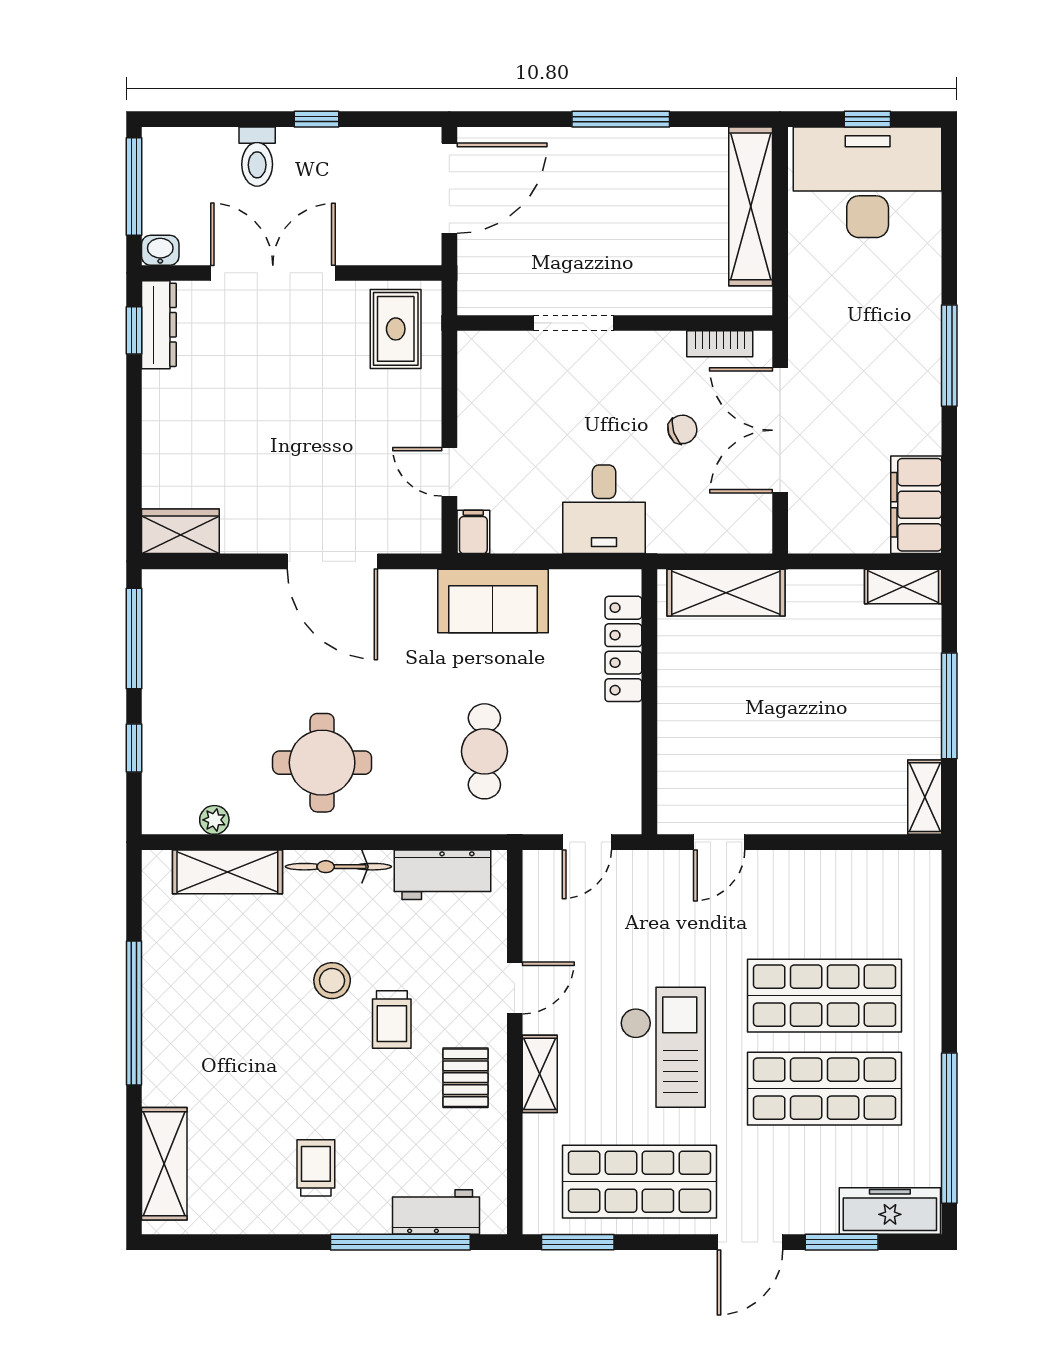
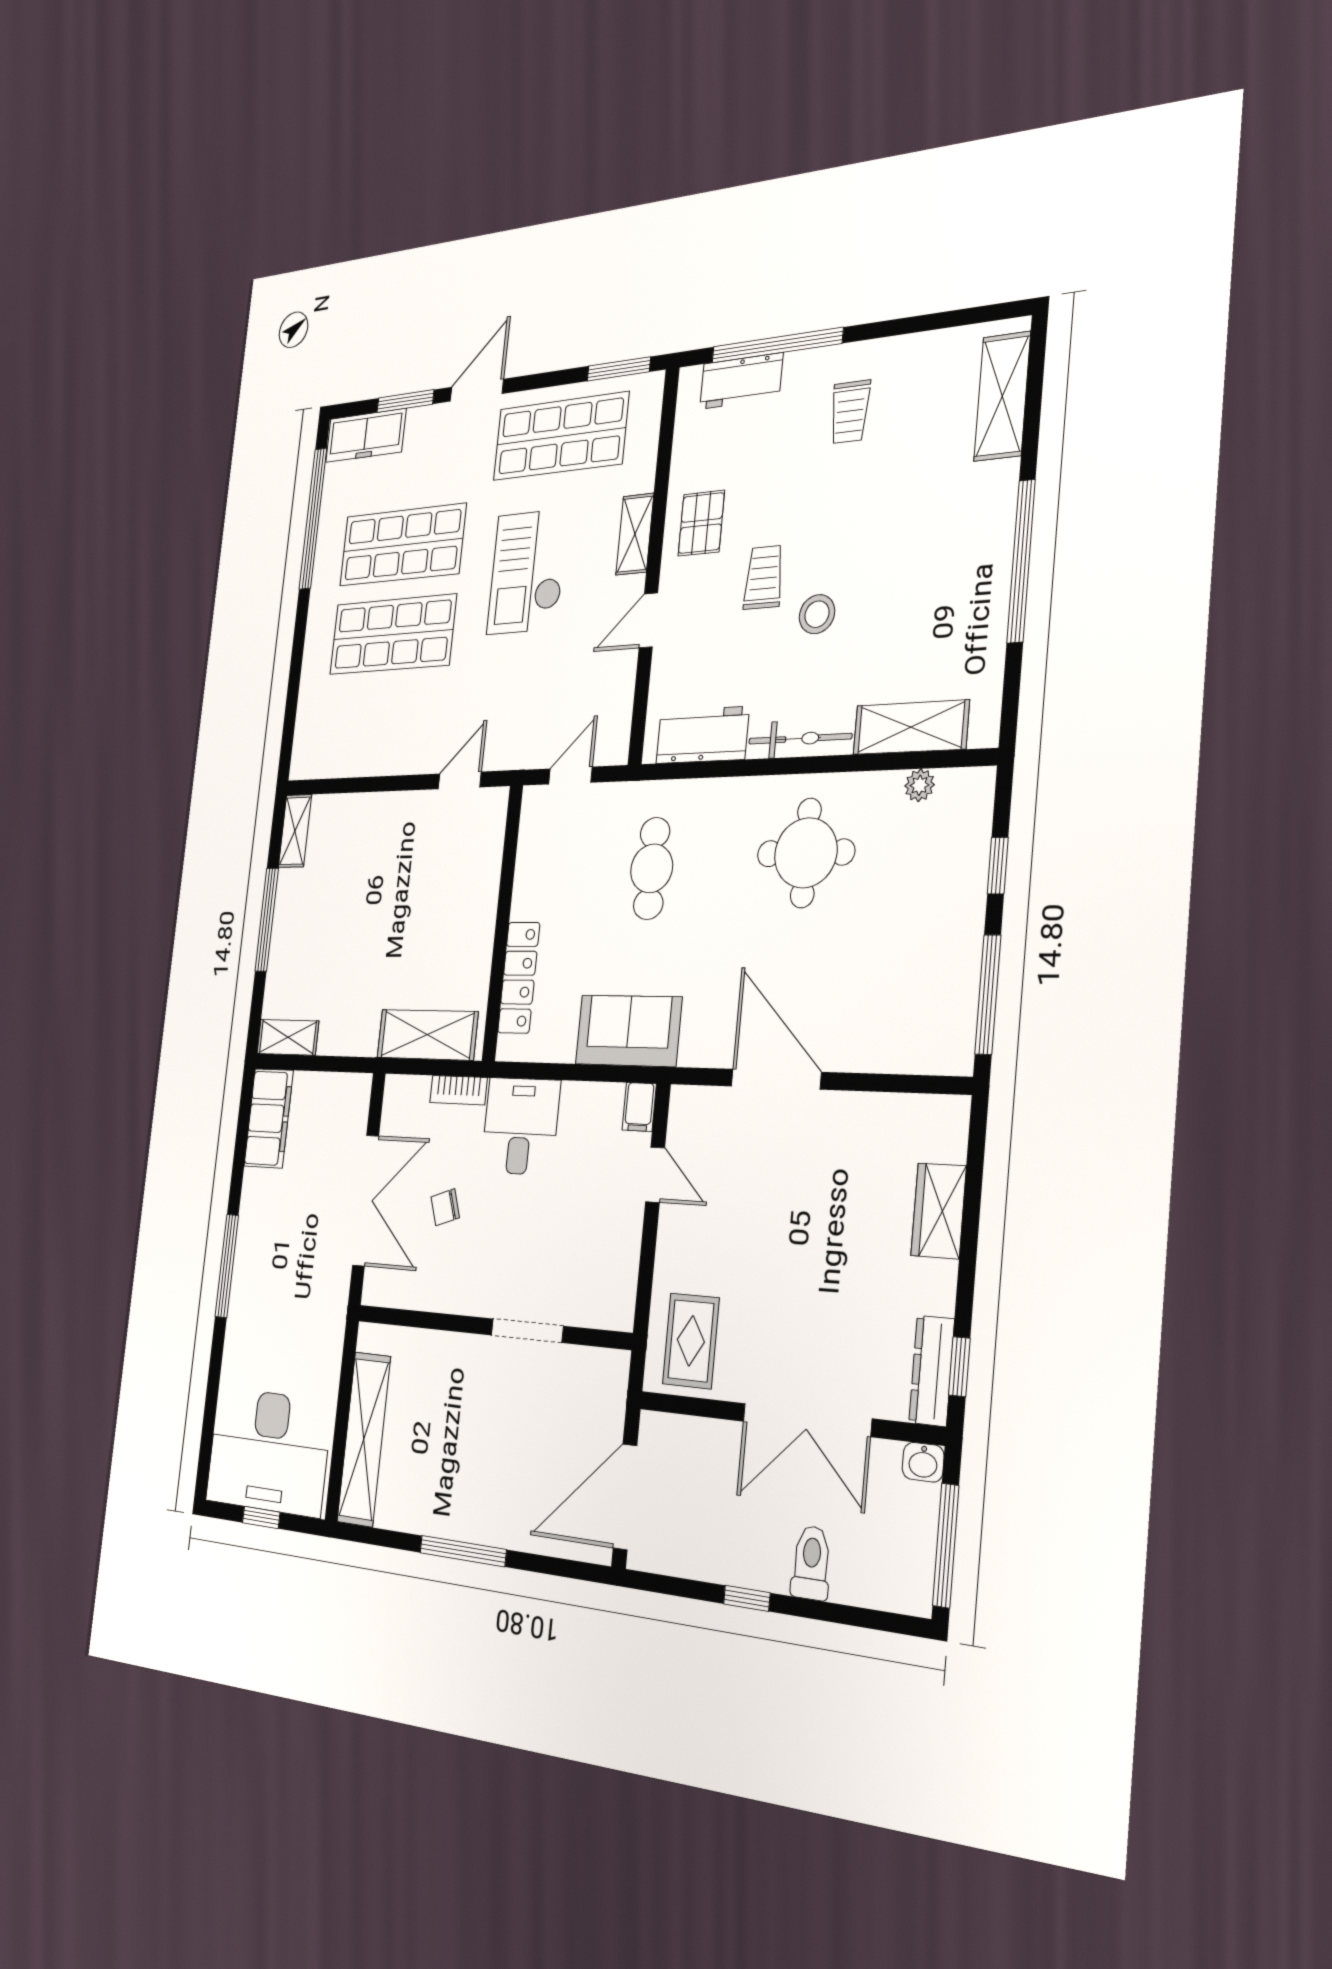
bookcase: (720, 344) -> (458, 1090), moved, turned 180
wardrobe: (180, 531) -> (939, 1211), moved, turned 90

